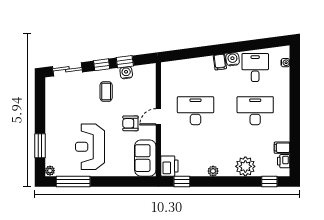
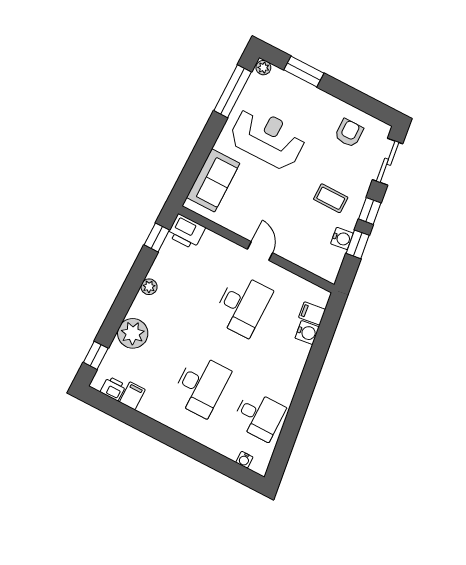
water cooler: (233, 59) -> (307, 333), moved
filing cabinet: (220, 62) -> (312, 313), moved
armchair: (130, 123) -> (349, 133), moved
sofa: (145, 158) -> (213, 180), moved, turned 90

